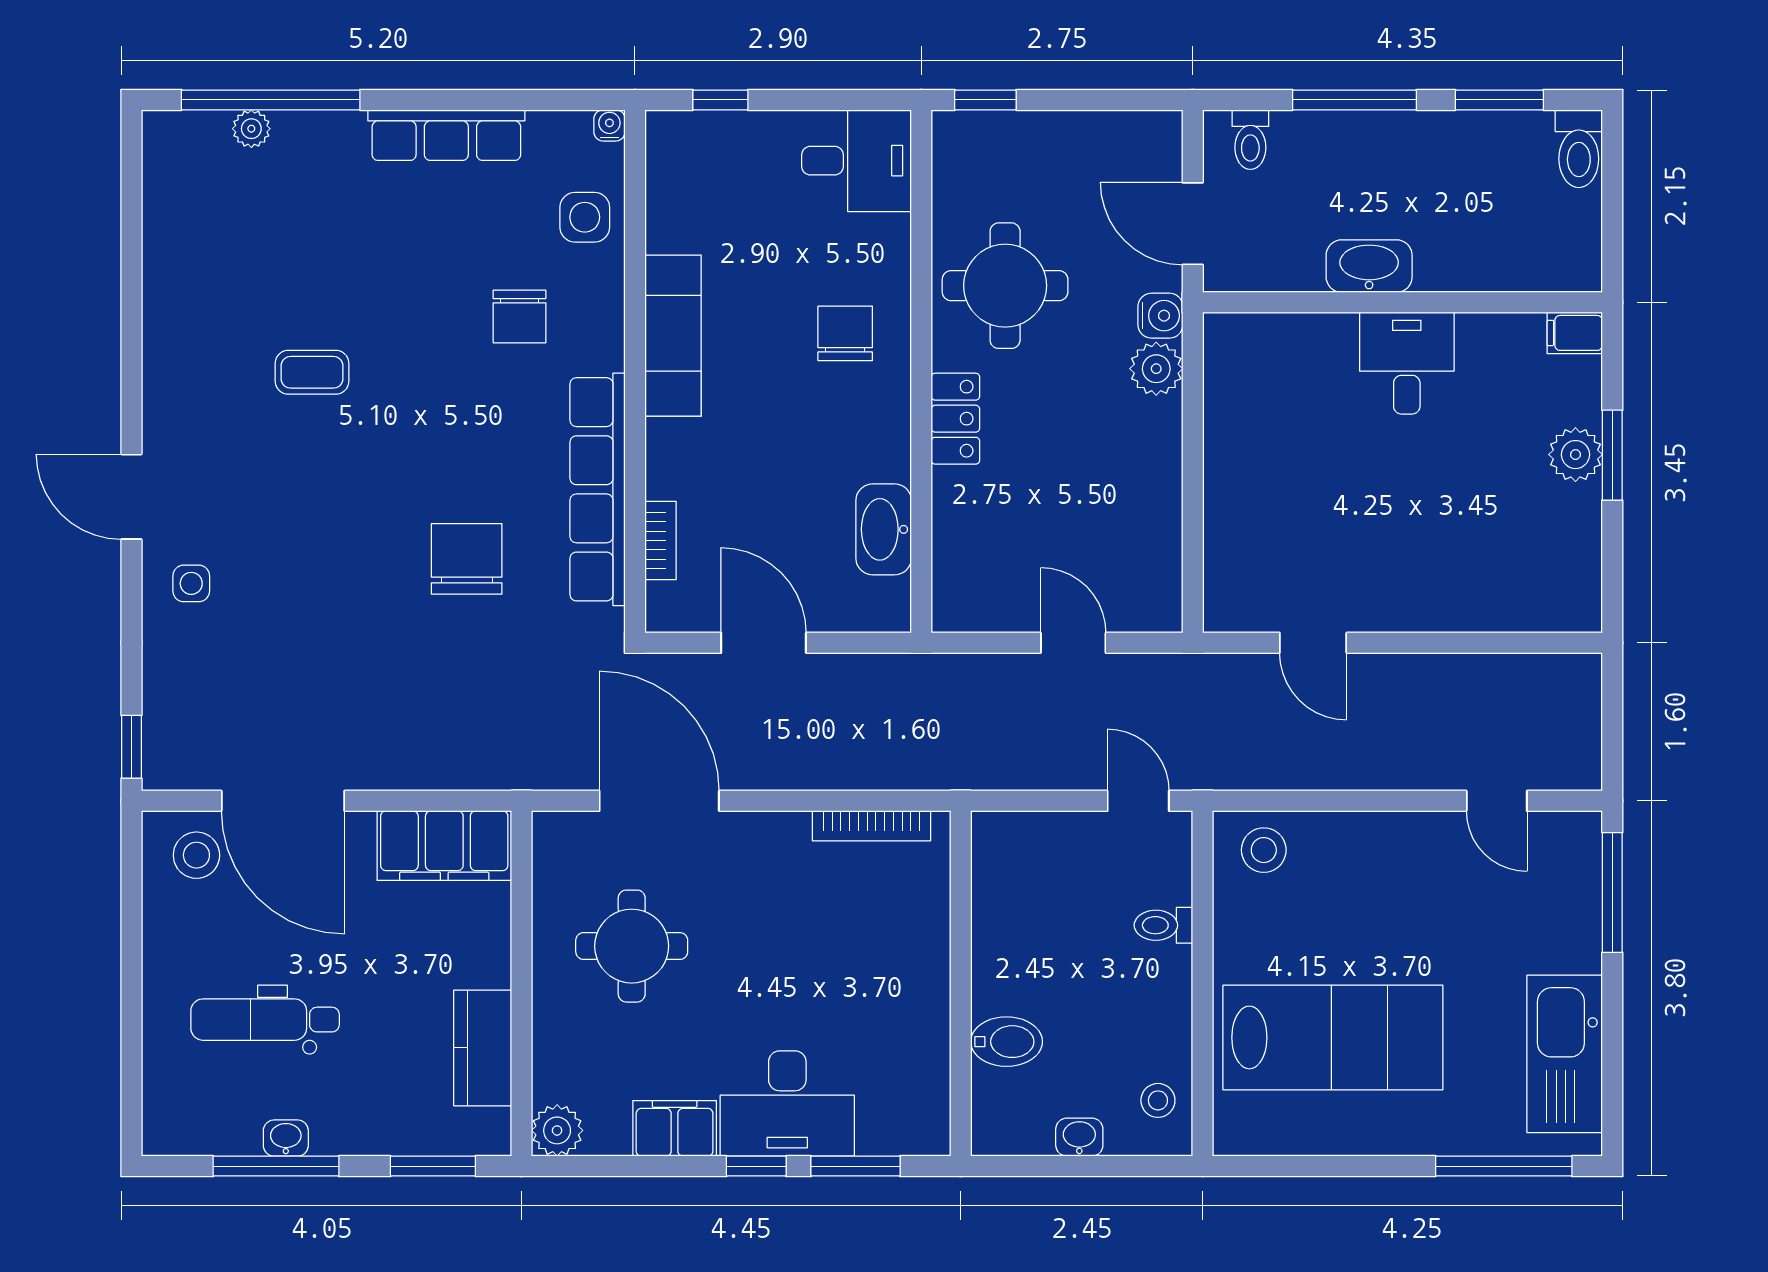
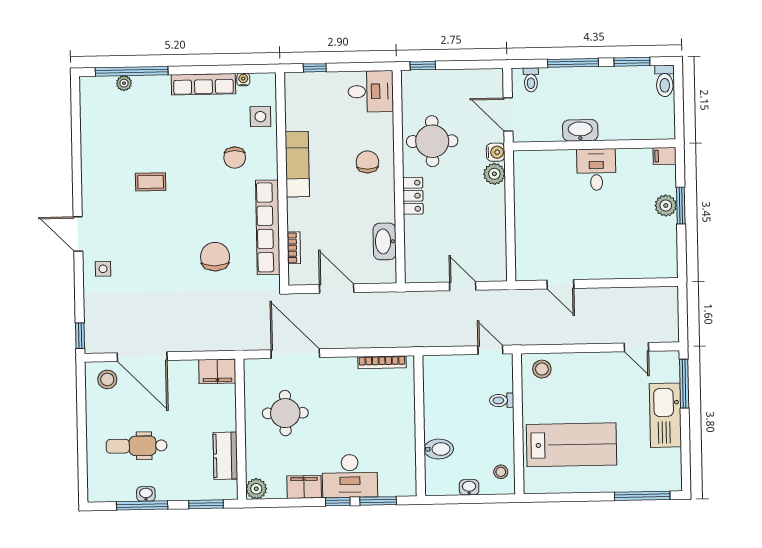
water cooler: (609, 125) -> (243, 80), moved
filing cabinet: (444, 846) -> (217, 371), width x0.67, depth x0.86
kitchen sink: (1565, 1054) -> (665, 415), moved

